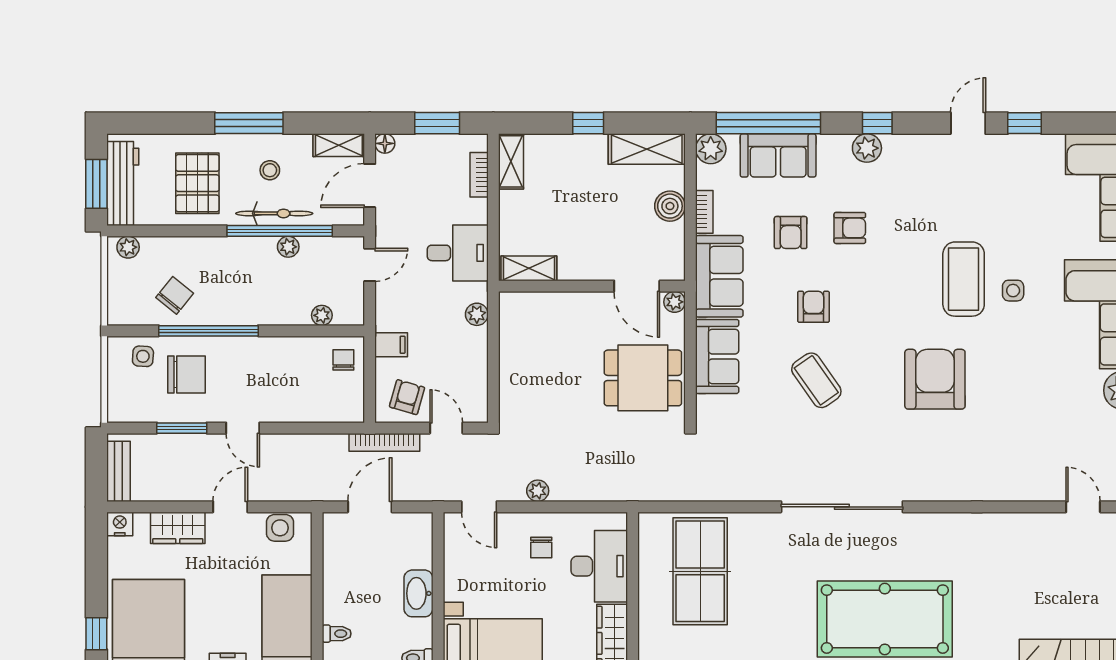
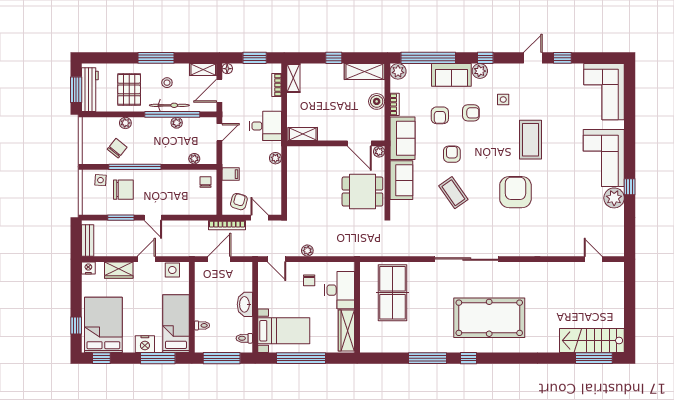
sofa: (778, 155) -> (451, 75), moved
plant: (128, 247) -> (125, 123), moved
side table: (1013, 291) -> (503, 100), moved

